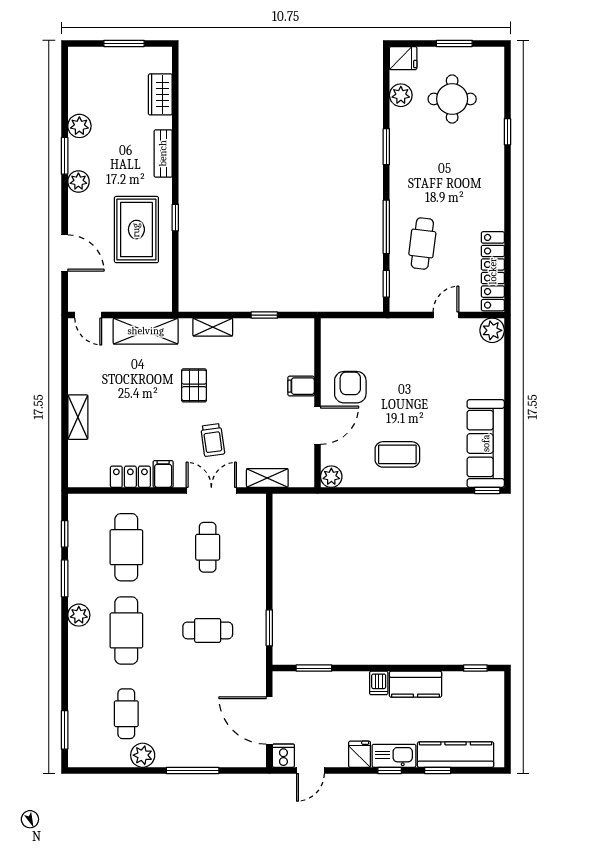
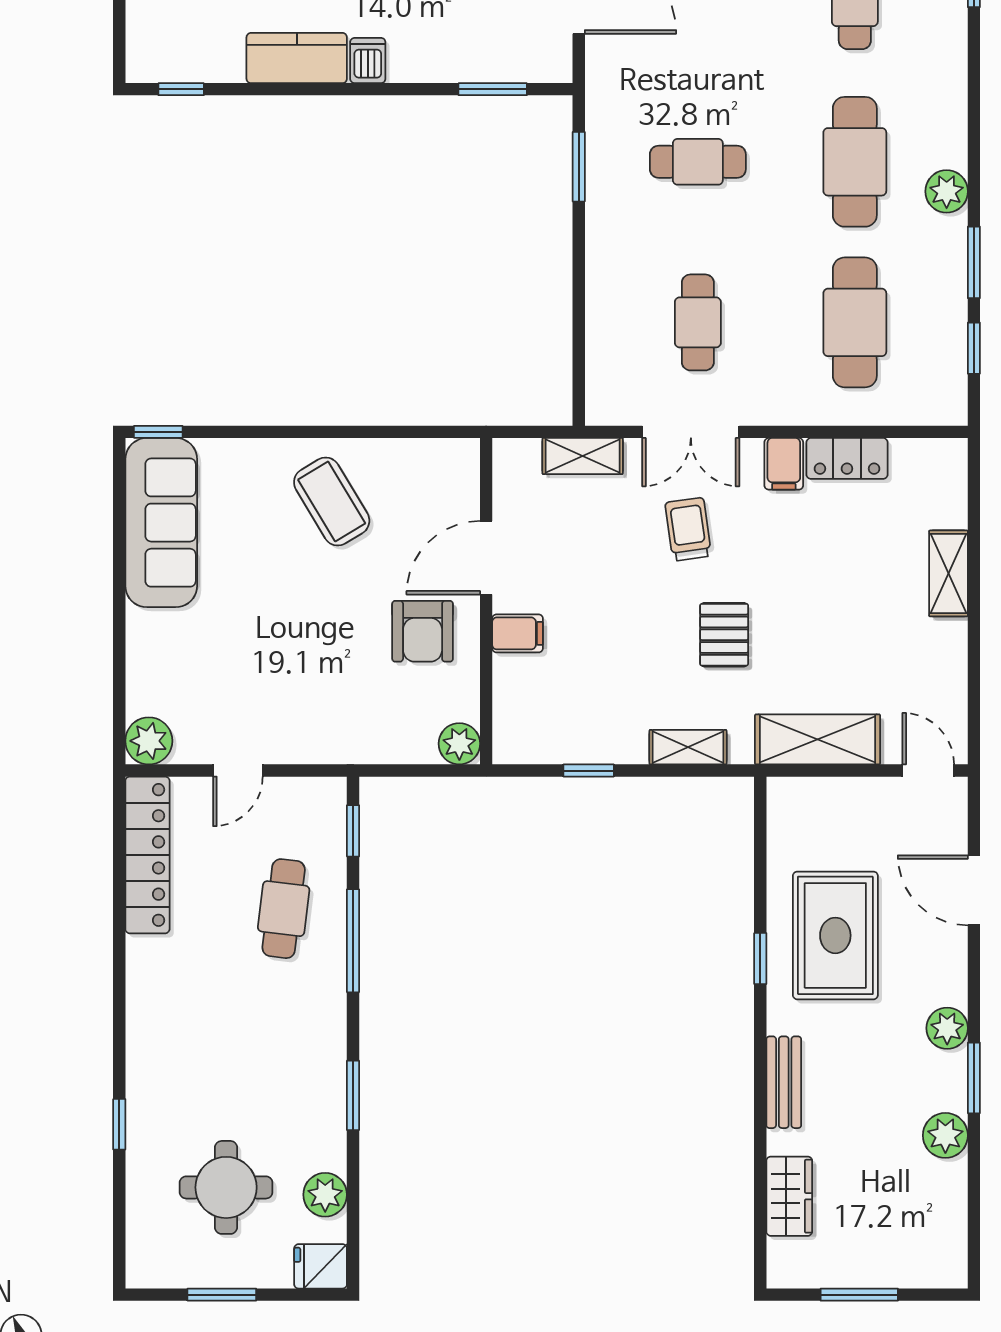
coffee table: (397, 454) -> (332, 502), turned 59
plant: (331, 477) -> (459, 744), moved

